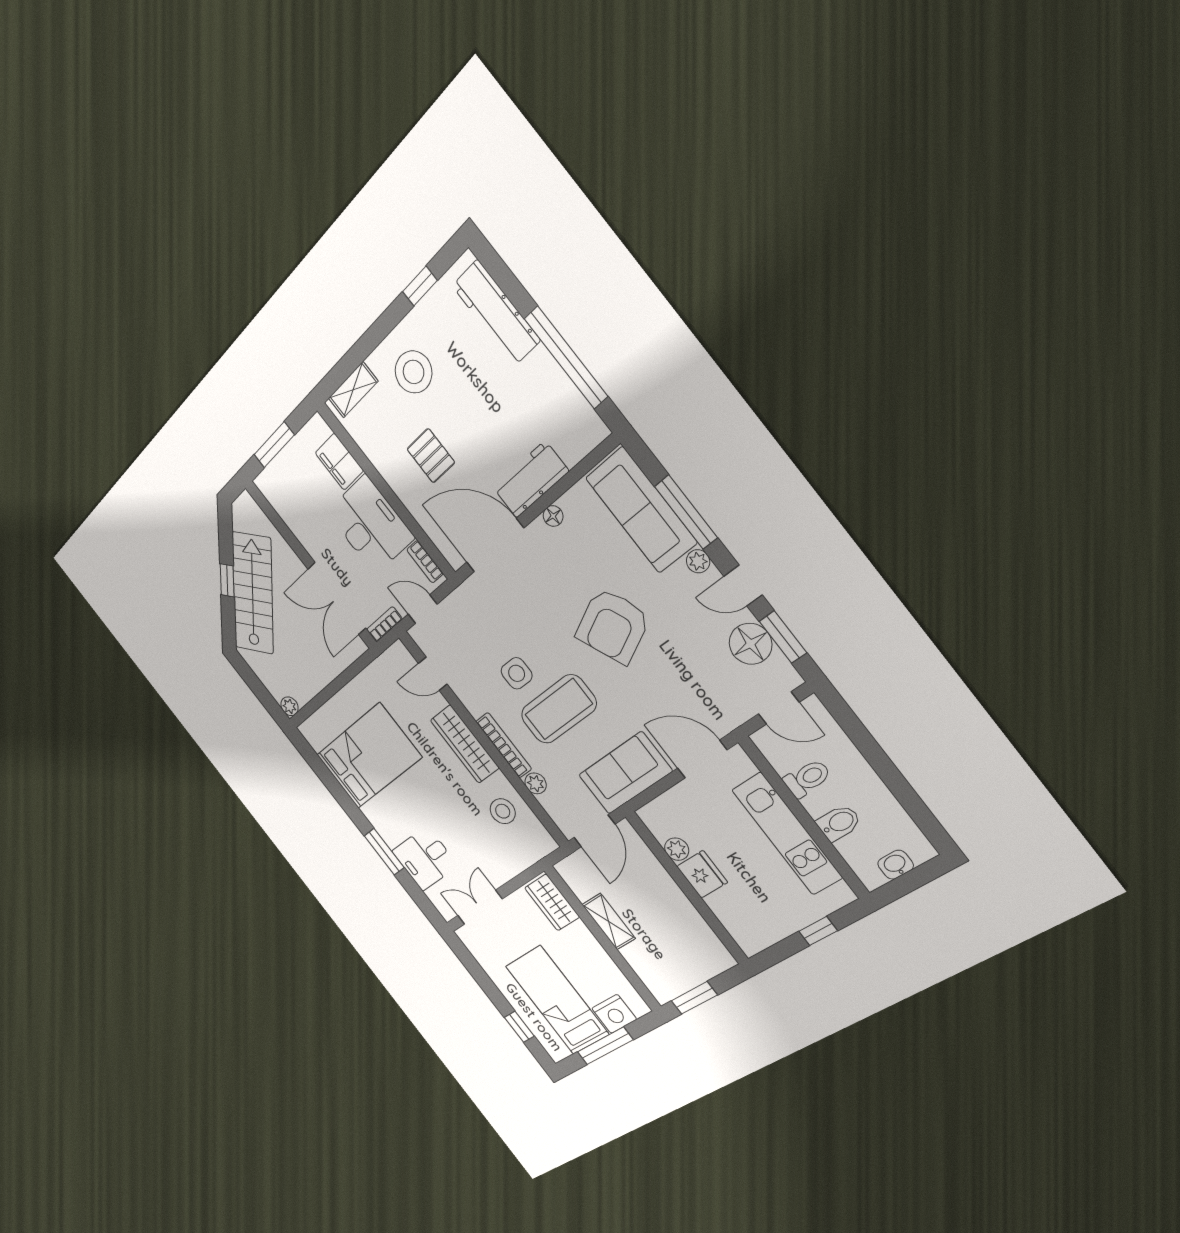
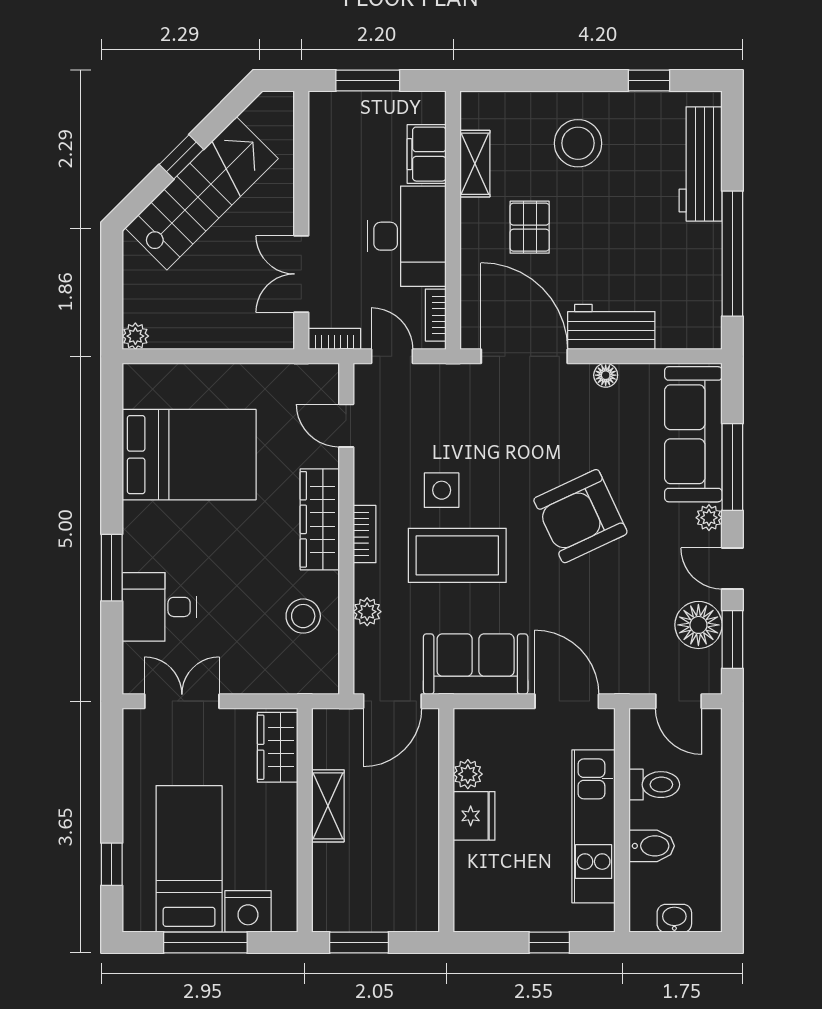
shelving: (353, 390) -> (475, 164), moved, turned 90
double door: (337, 598) -> (301, 274), width x0.73
bookcase: (504, 745) -> (365, 534), width x0.64

